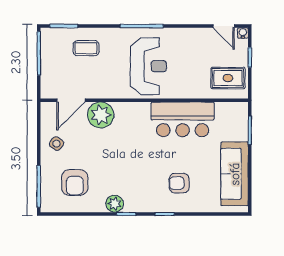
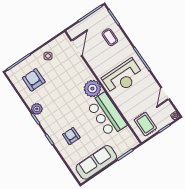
door: (224, 26) -> (165, 93), moved
door: (71, 100) -> (76, 48), swing flipped
plant: (101, 115) -> (92, 89), moved
armchair: (75, 182) -> (34, 80), turned 90

